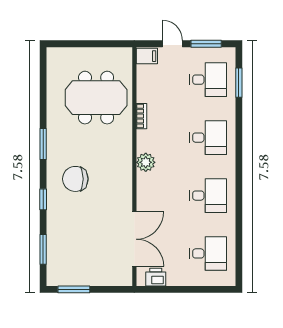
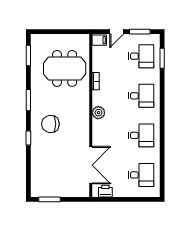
door: (172, 44) -> (117, 32), swing flipped
window: (43, 249) -> (28, 56), moved

